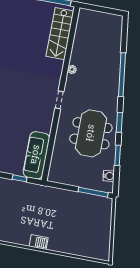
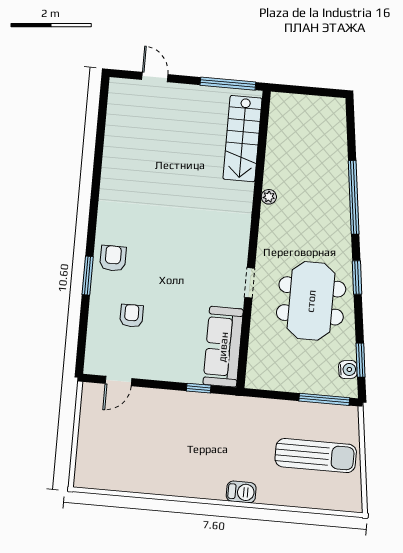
doorway: (59, 100) -> (250, 283), moved
window: (118, 155) -> (361, 360), moved
sun lounger: (85, 225) -> (316, 456), added

